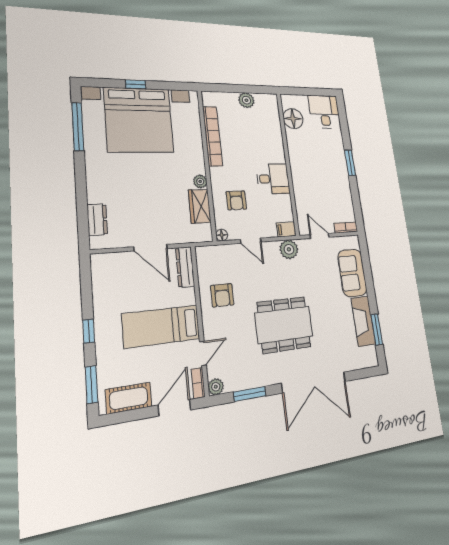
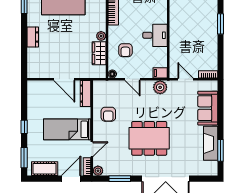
dresser: (97, 220) -> (33, 37), moved

